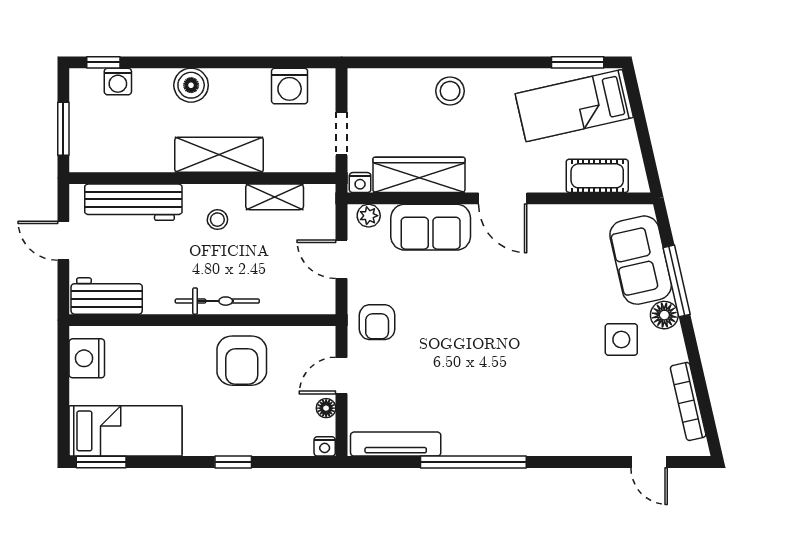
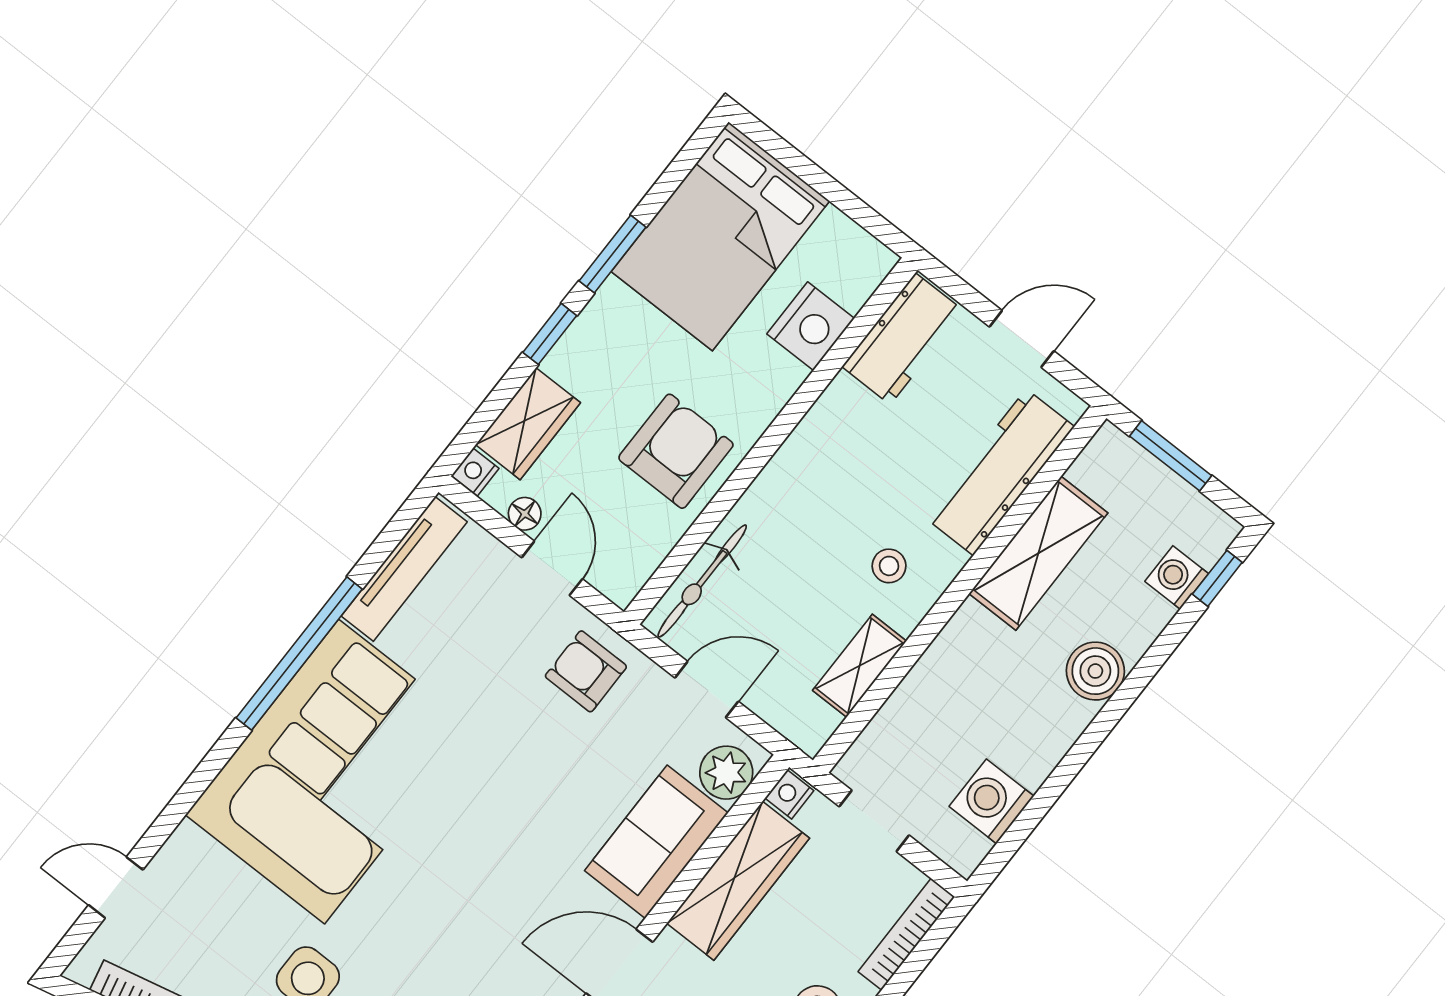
bookcase: (382, 77) -> (906, 934), added
shelving: (219, 155) -> (1038, 553), moved
plant: (369, 216) -> (726, 773), width x1.38, depth x1.38
bicycle: (217, 301) -> (702, 581), moved
nightstand: (87, 358) -> (811, 326), moved, turned 90
armchair: (242, 361) -> (676, 451), turned 90
corner sofa: (516, 404) -> (332, 772), added
bed: (126, 431) -> (720, 236), width x1.50
wardrobe: (283, 439) -> (528, 424), added
window: (101, 462) -> (612, 254), moved

